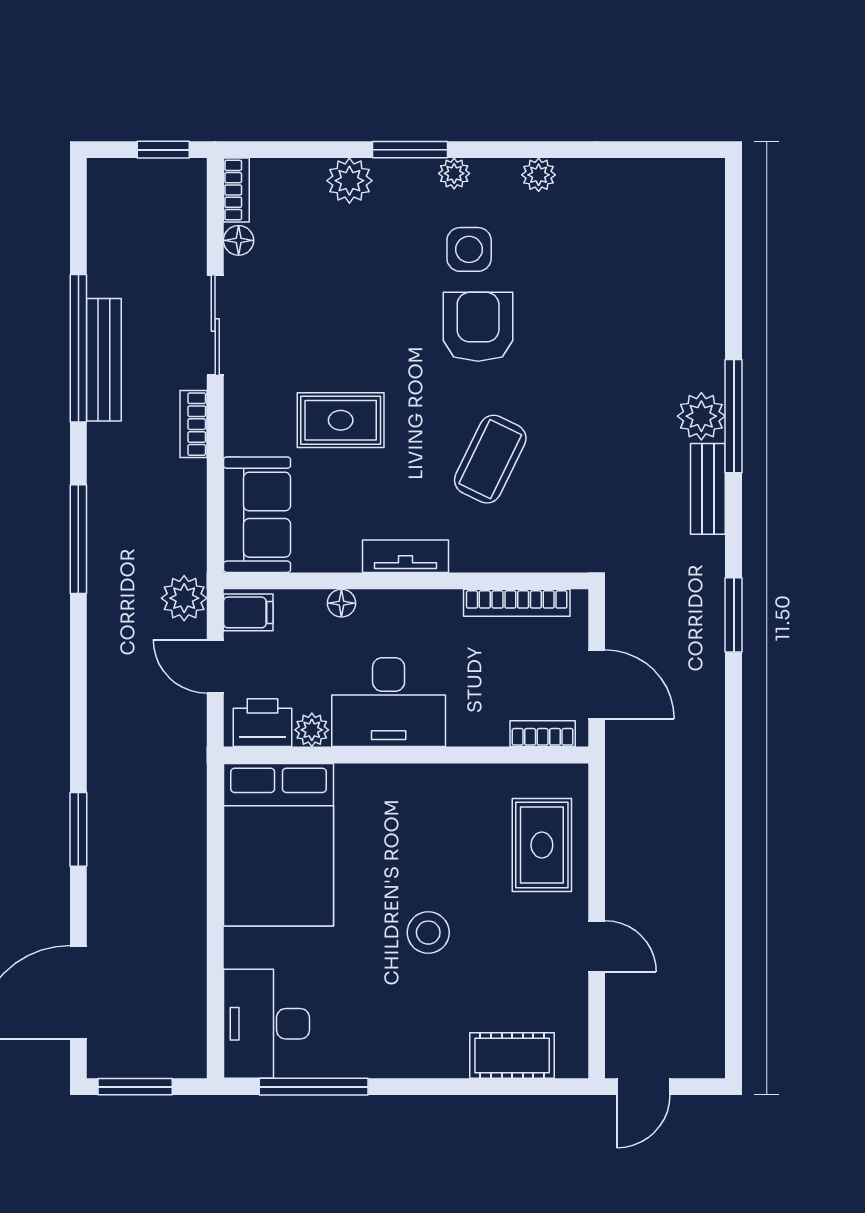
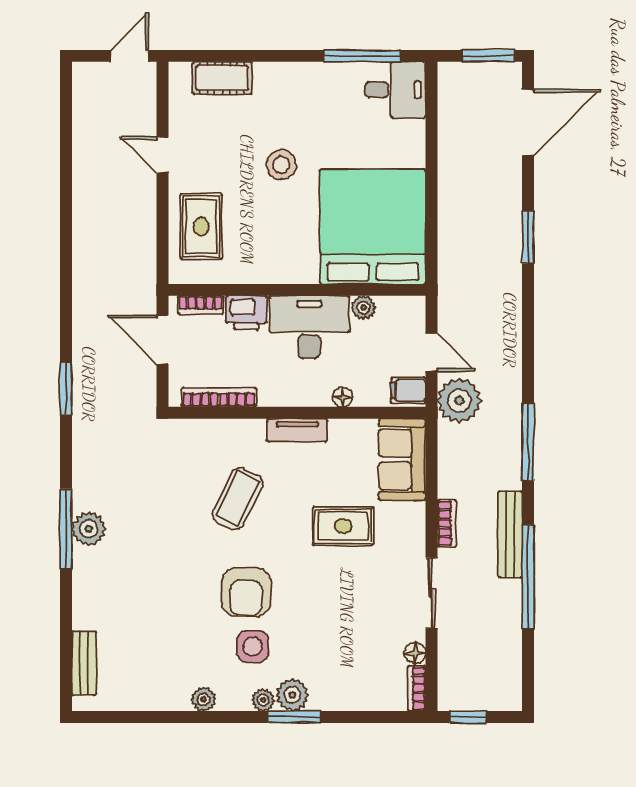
plant: (349, 181) -> (292, 695), moved
bench: (104, 360) -> (510, 534), moved
bench: (708, 489) -> (84, 663), moved
plant: (184, 598) -> (459, 401), width x1.36, depth x1.36
printer: (263, 723) -> (246, 313), moved
bed: (278, 845) -> (373, 227), width x1.36
desk: (266, 1024) -> (395, 90), width x0.73

